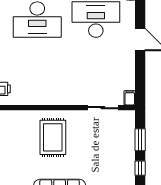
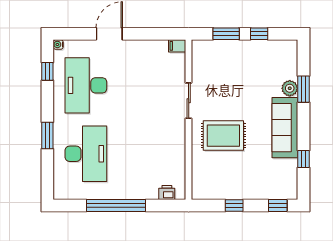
sliding door: (103, 108) -> (189, 101), moved

